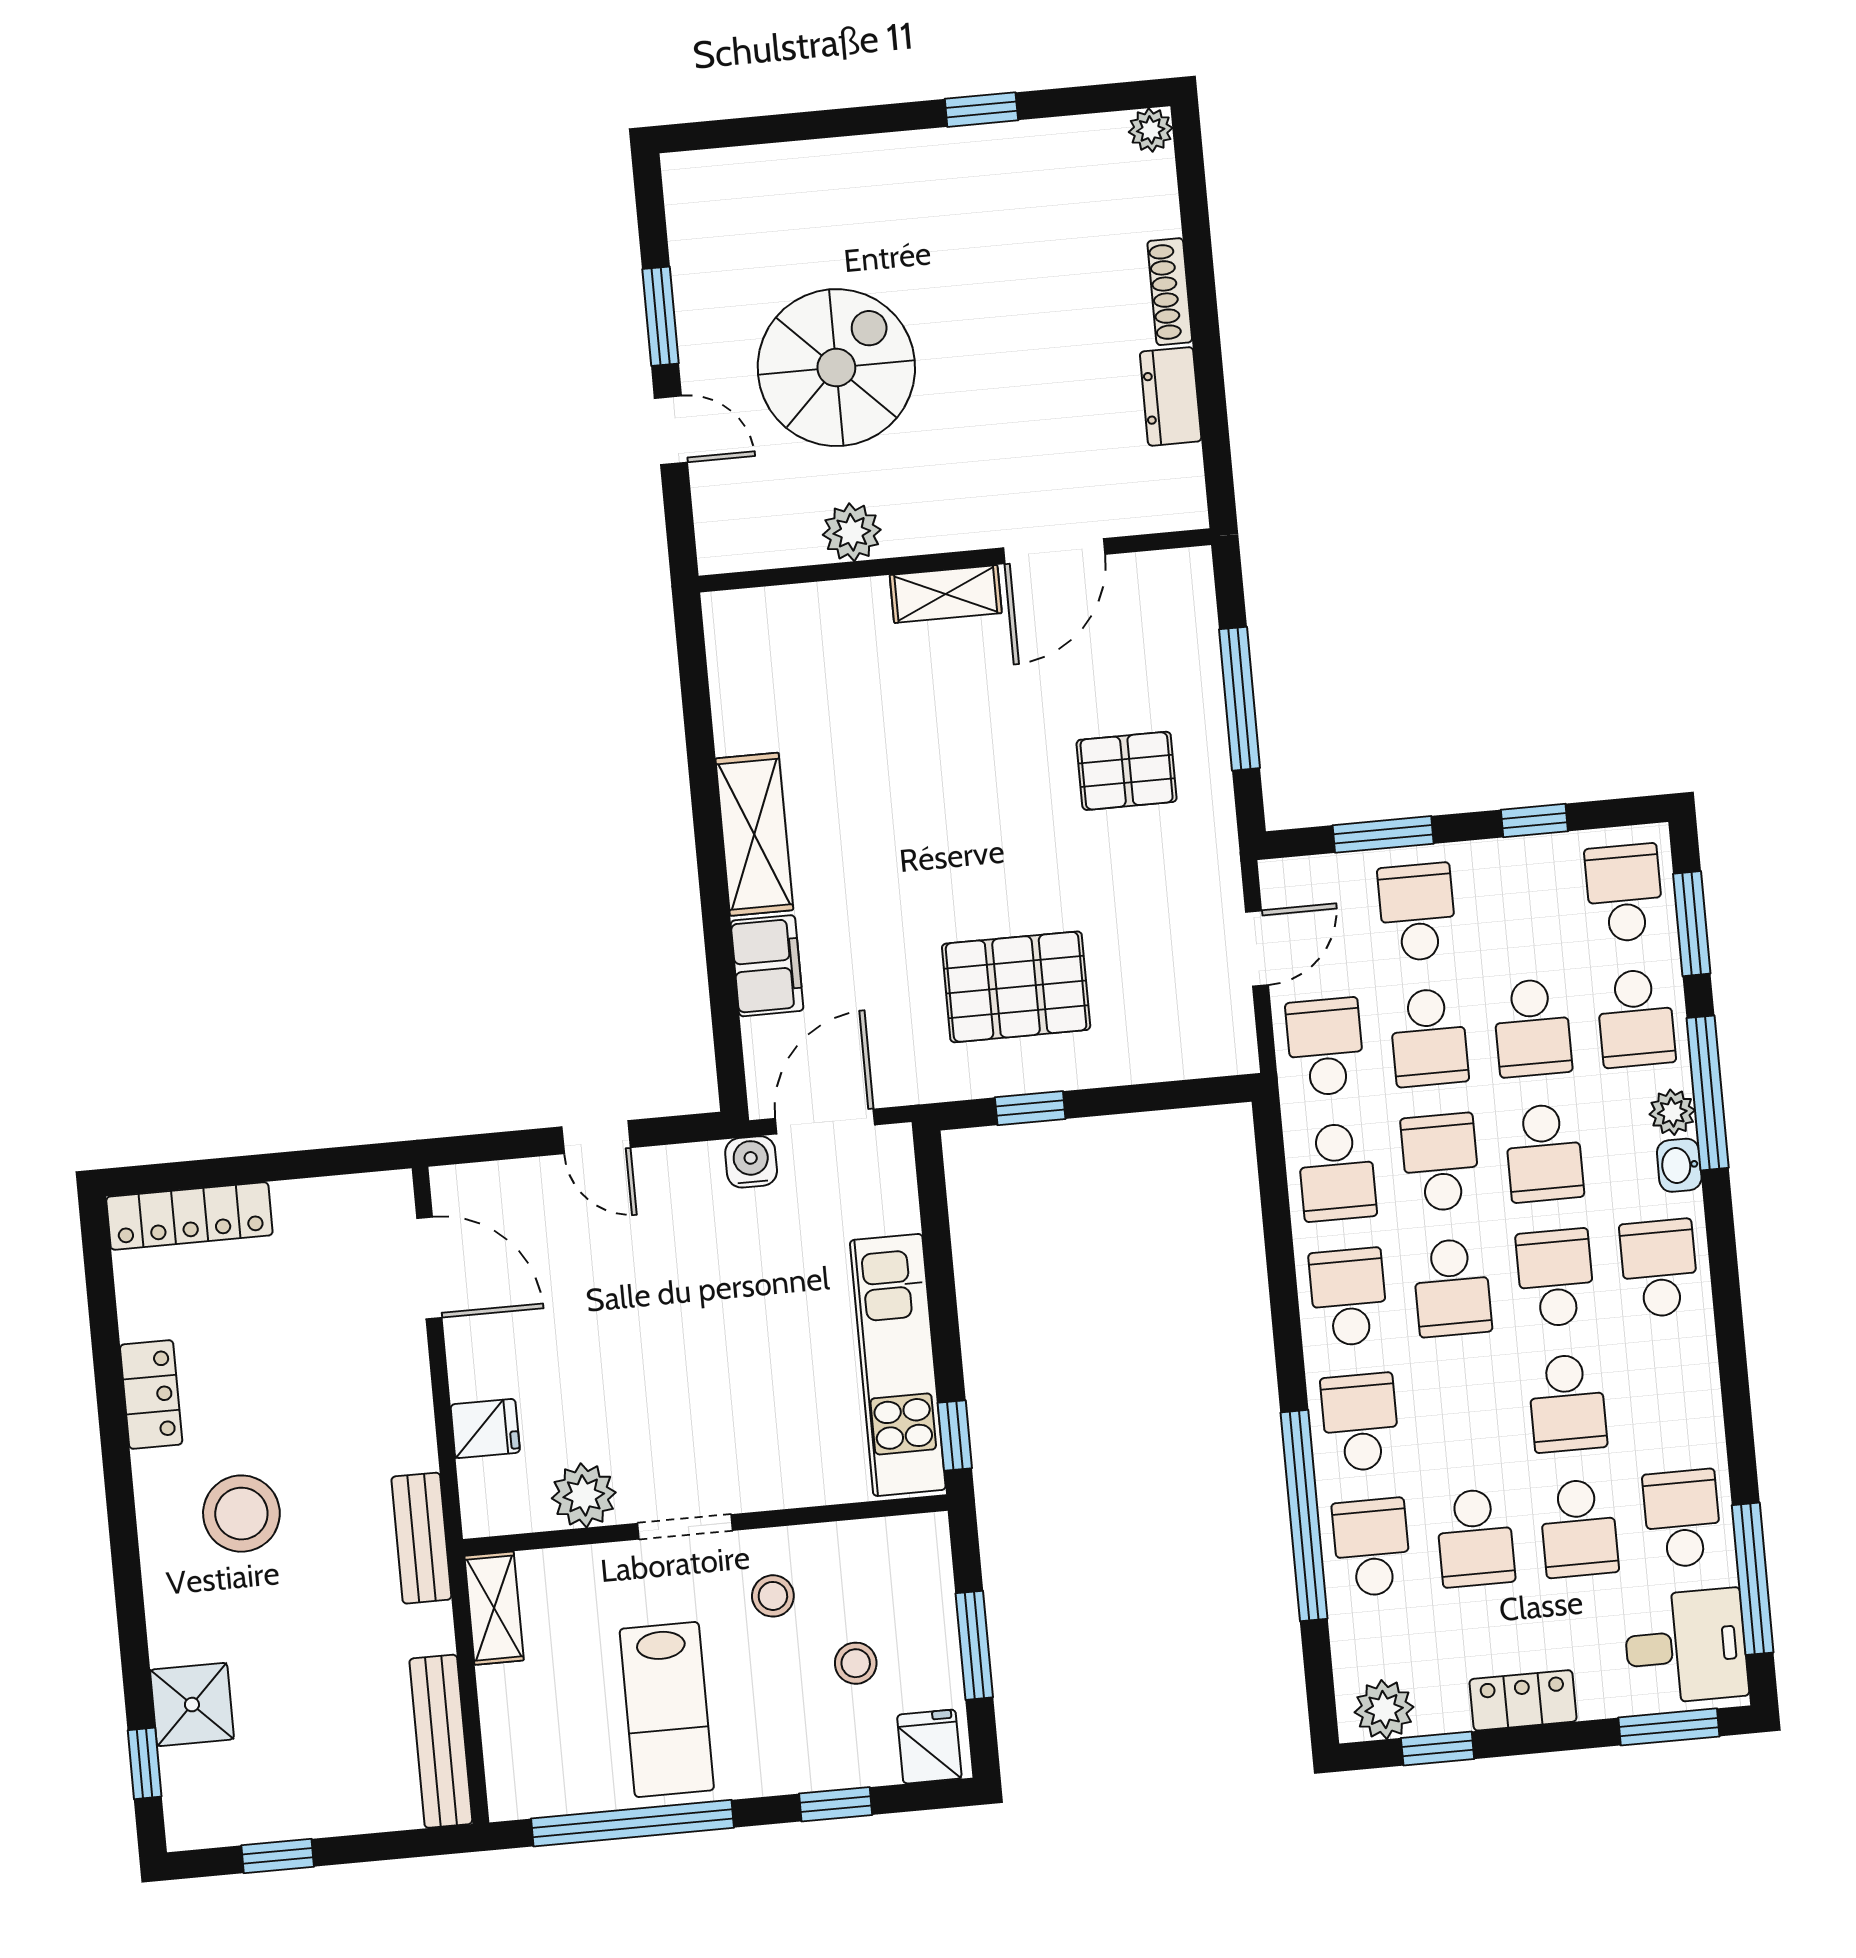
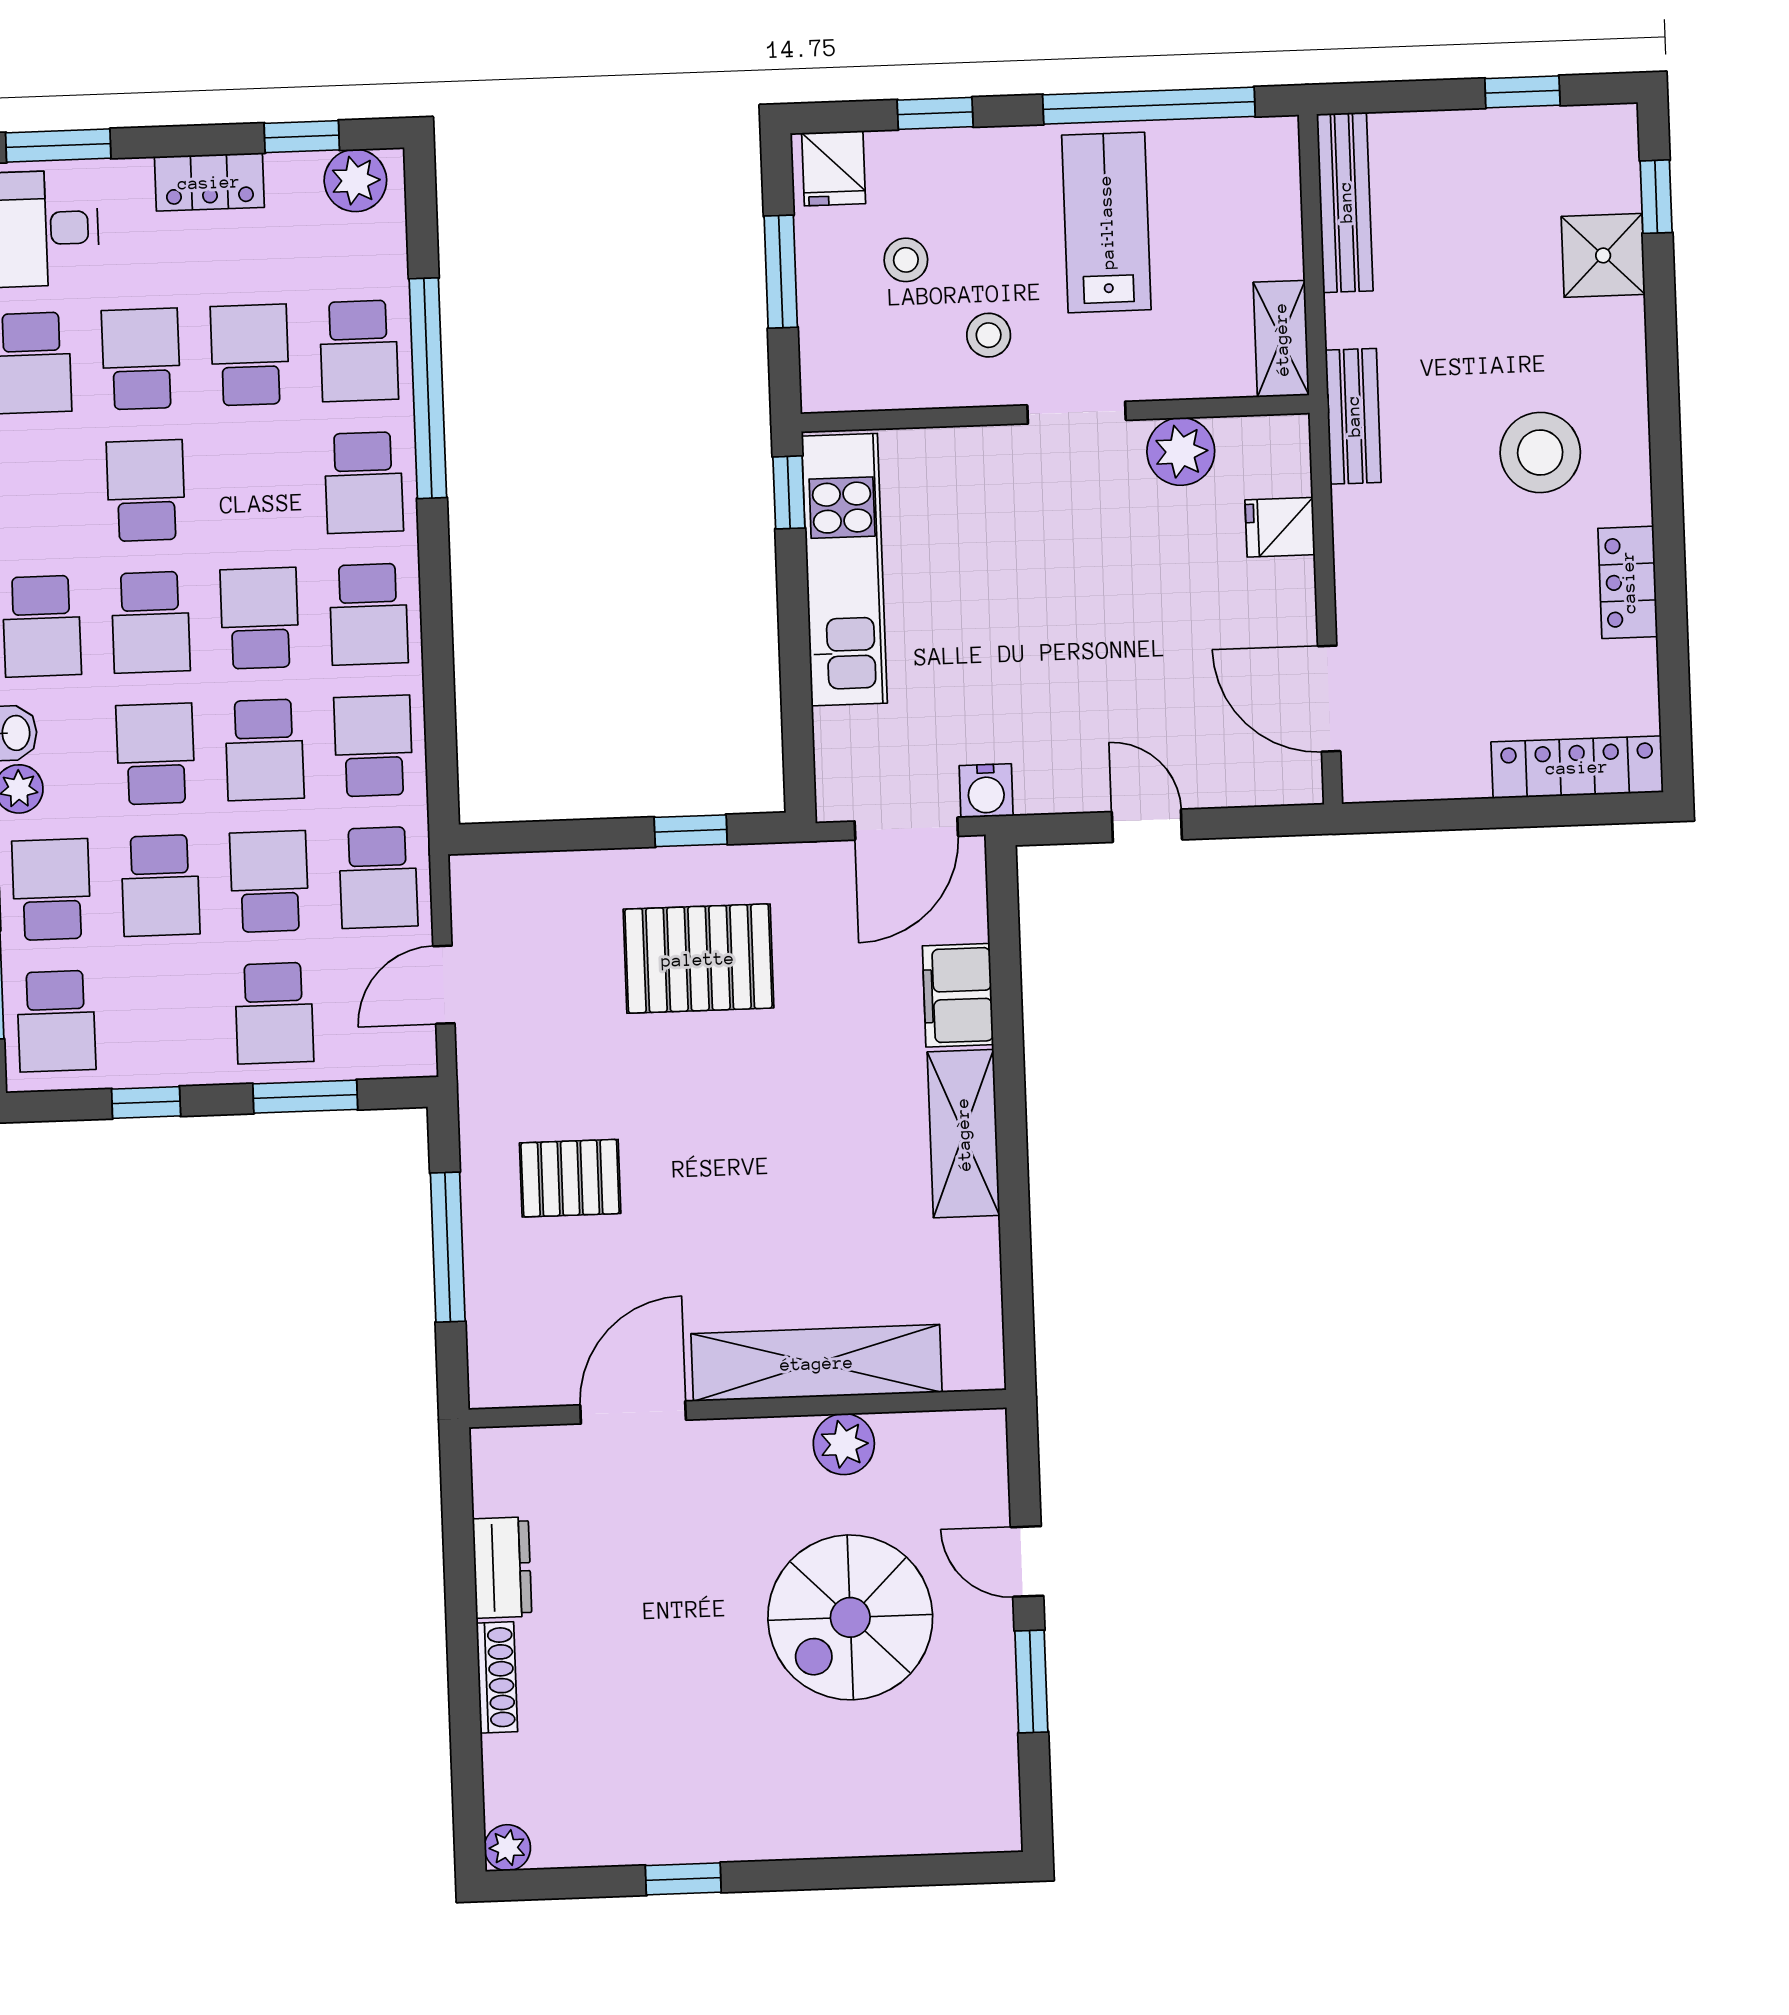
shelving: (946, 594) -> (817, 1363), width x2.20, depth x1.33
school desk: (1532, 1028) -> (160, 885), turned 180

